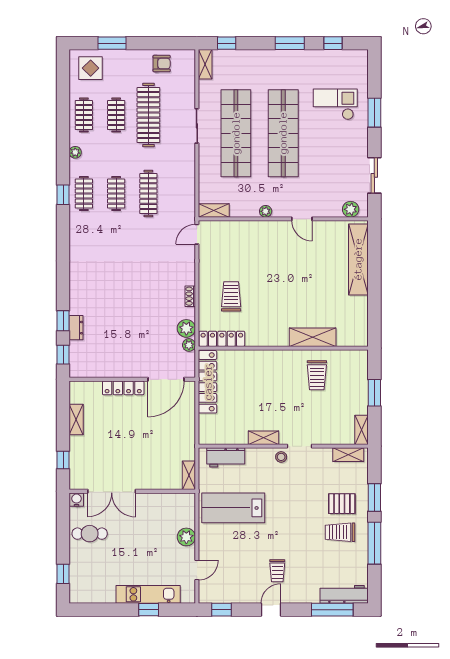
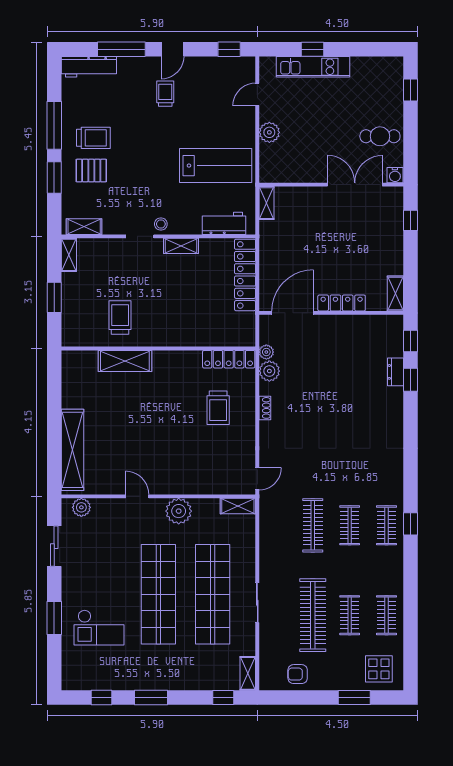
plant: (75, 152) -> (396, 573), removed
plant: (266, 211) -> (179, 511), width x1.88, depth x1.88
locker: (208, 382) -> (245, 275), moved
shelving: (76, 420) -> (395, 293), moved
window: (332, 610) -> (121, 49), moved

